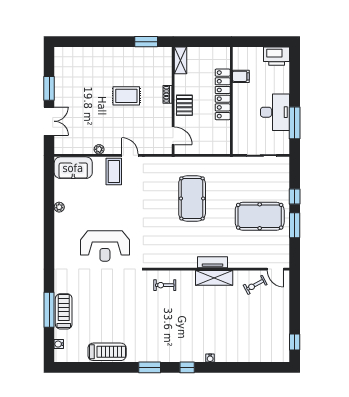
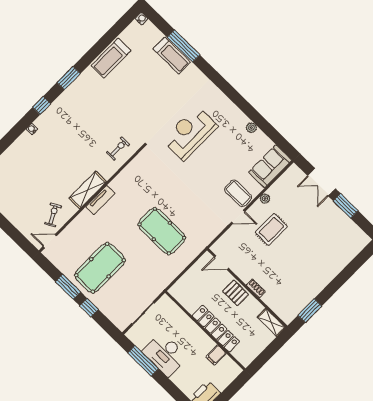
rug: (126, 96) -> (271, 229), moved
water cooler: (59, 344) -> (141, 19), moved

